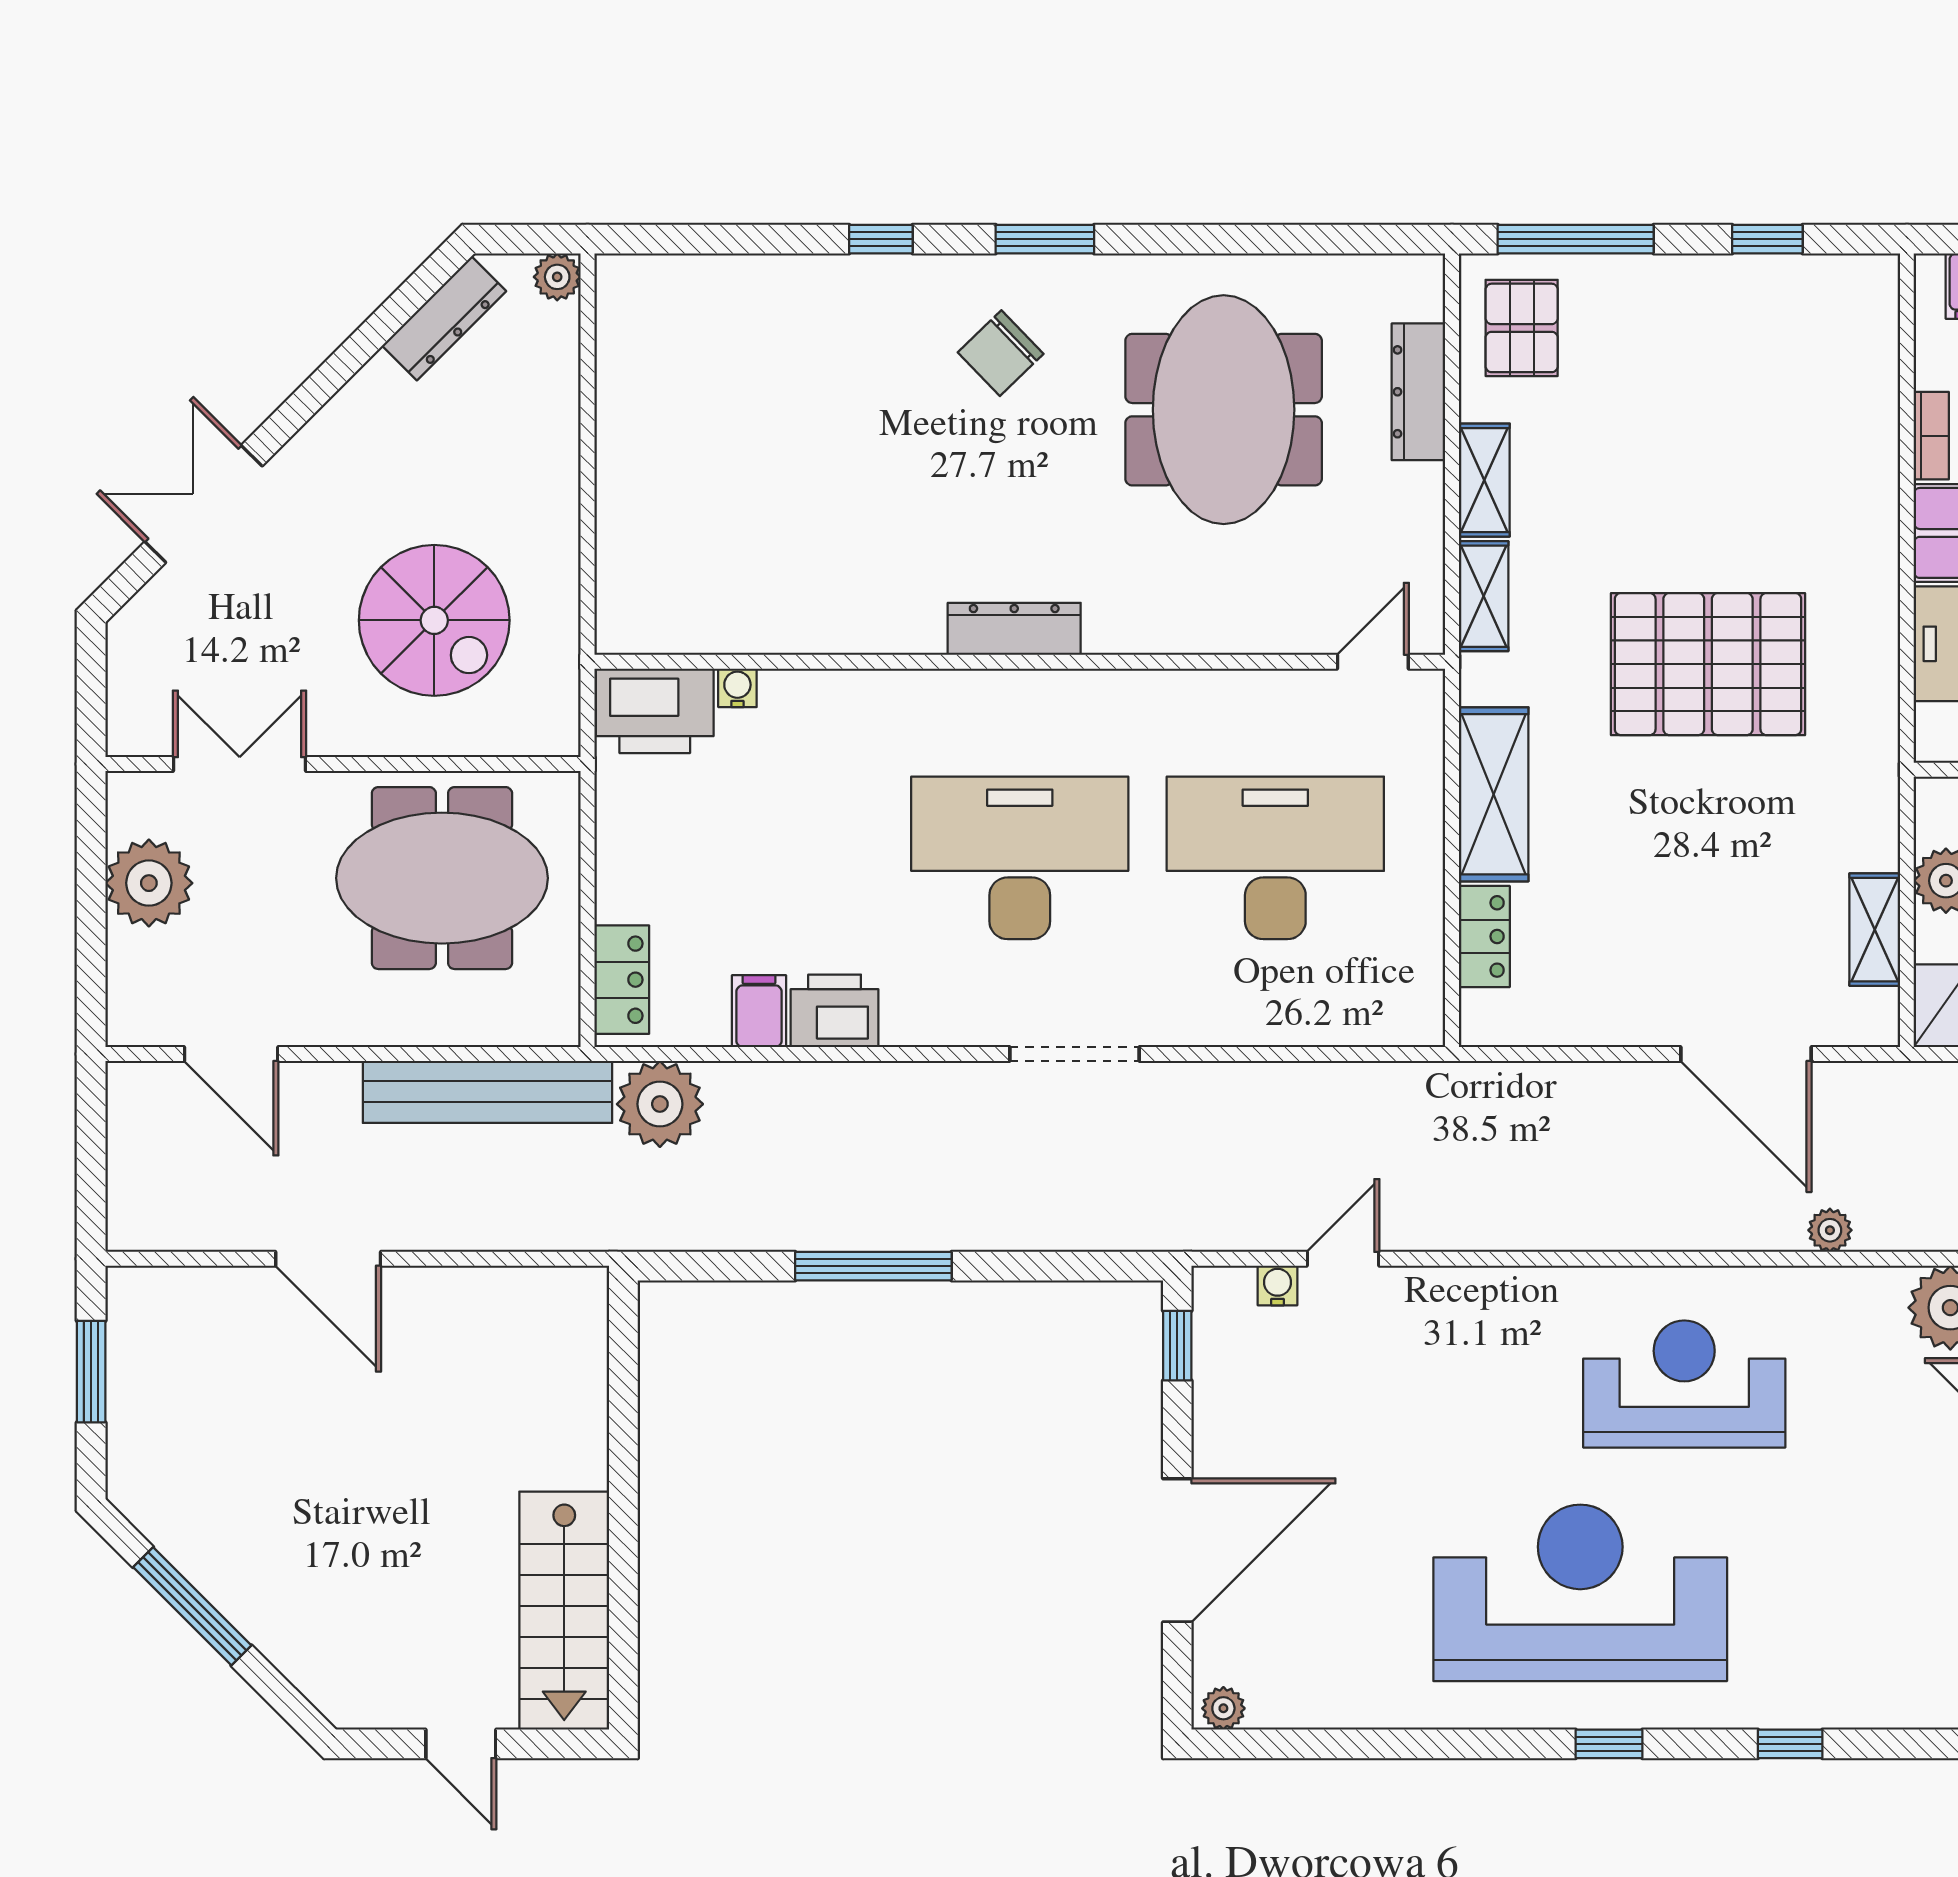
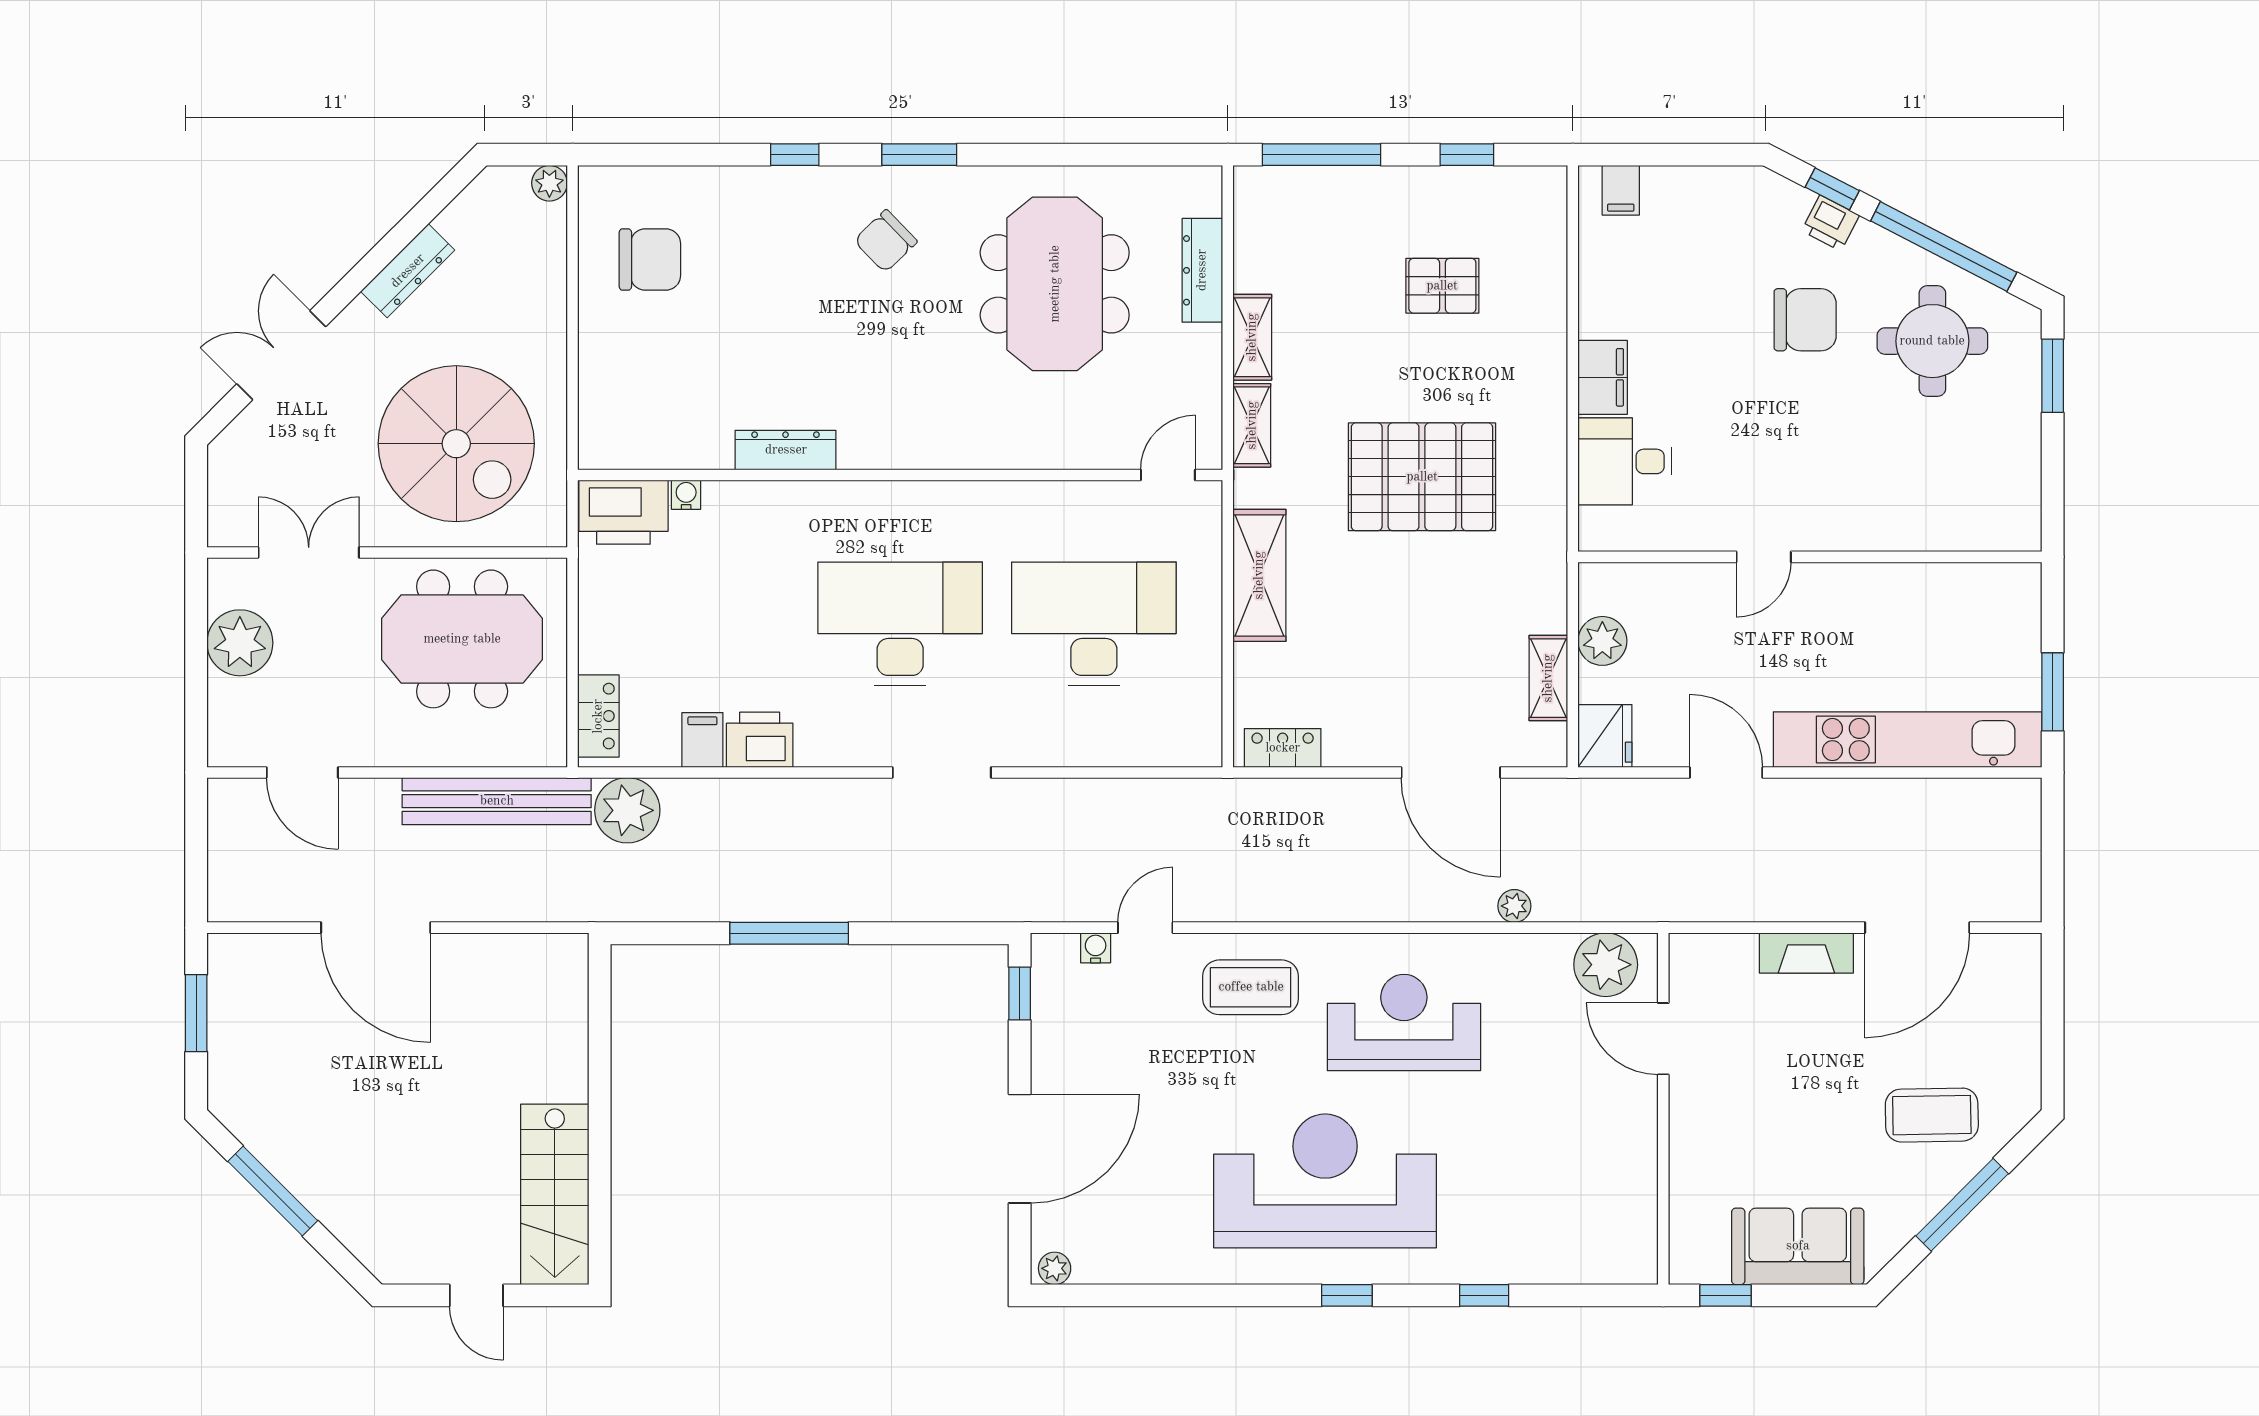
dresser: (444, 318) -> (408, 271), moved
pallet: (1522, 328) -> (1442, 286), moved, turned 90
chair: (690, 378) -> (650, 260), added
bookcase: (1931, 436) -> (1591, 304), removed
spiral stairs: (434, 620) -> (456, 444), width x1.37, depth x1.37
dresser: (1014, 629) -> (786, 450), moved
locker: (1484, 936) -> (1283, 748), moved, turned -90
door: (328, 1259) -> (376, 928), width x1.36
coffee table: (1482, 1337) -> (1251, 987), added

